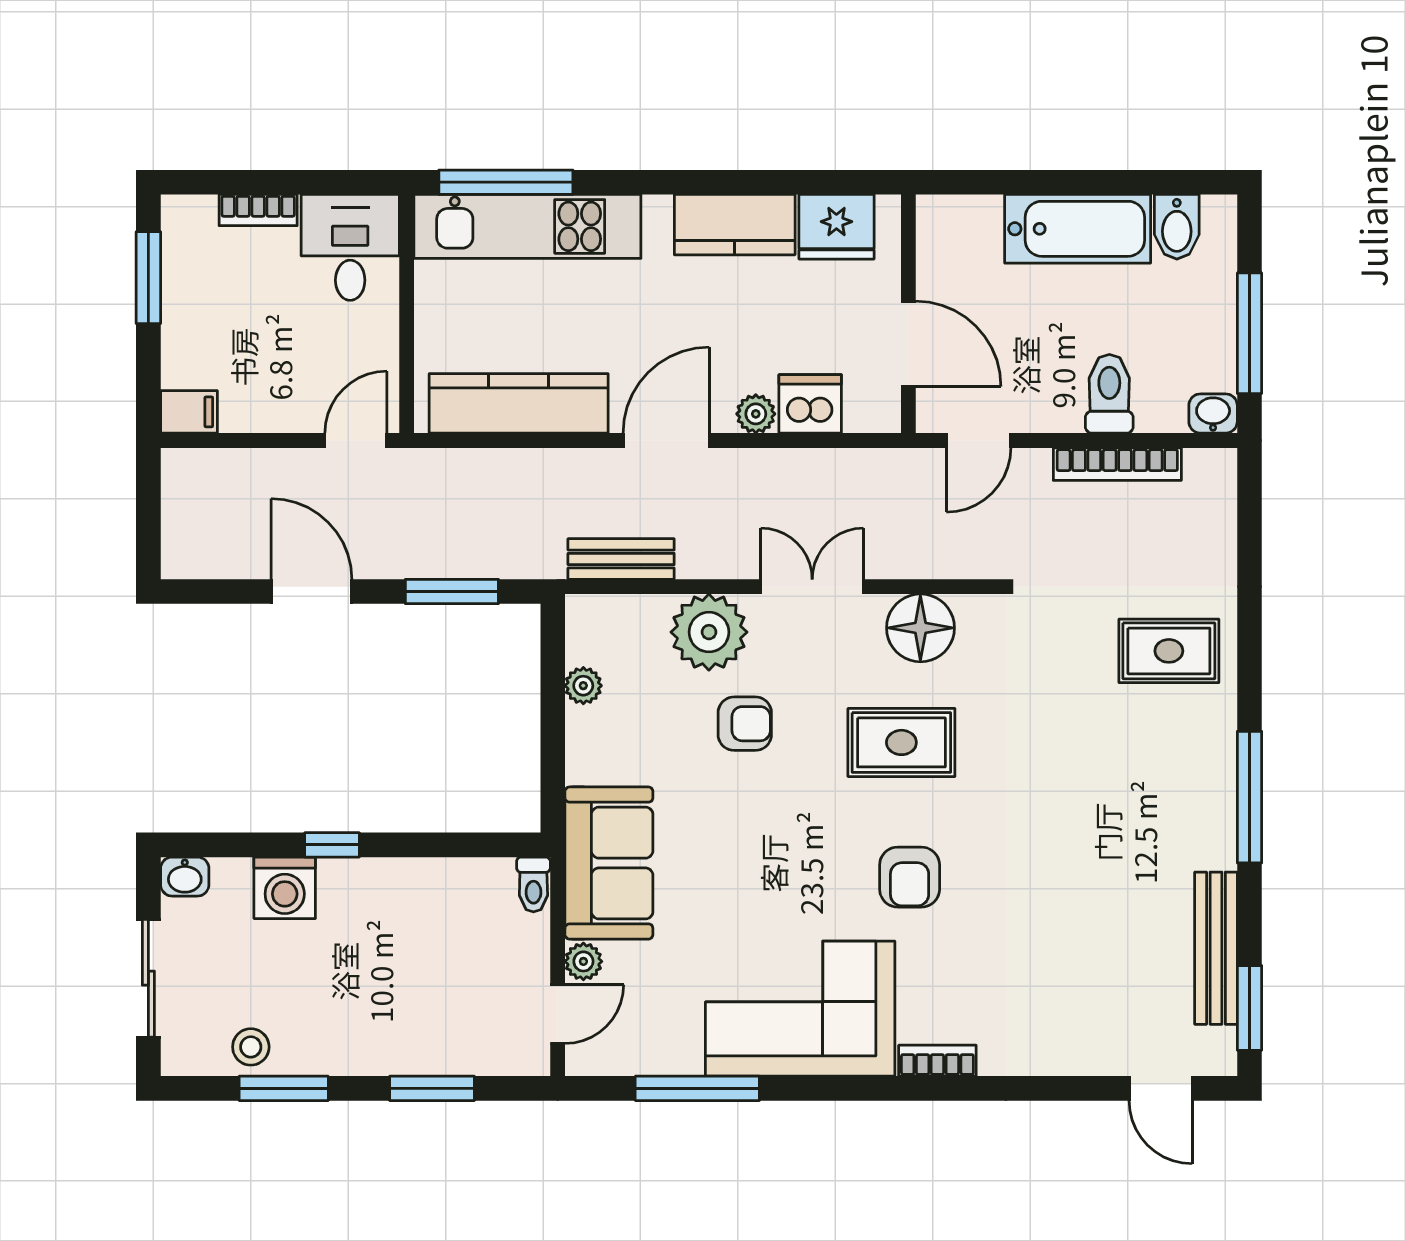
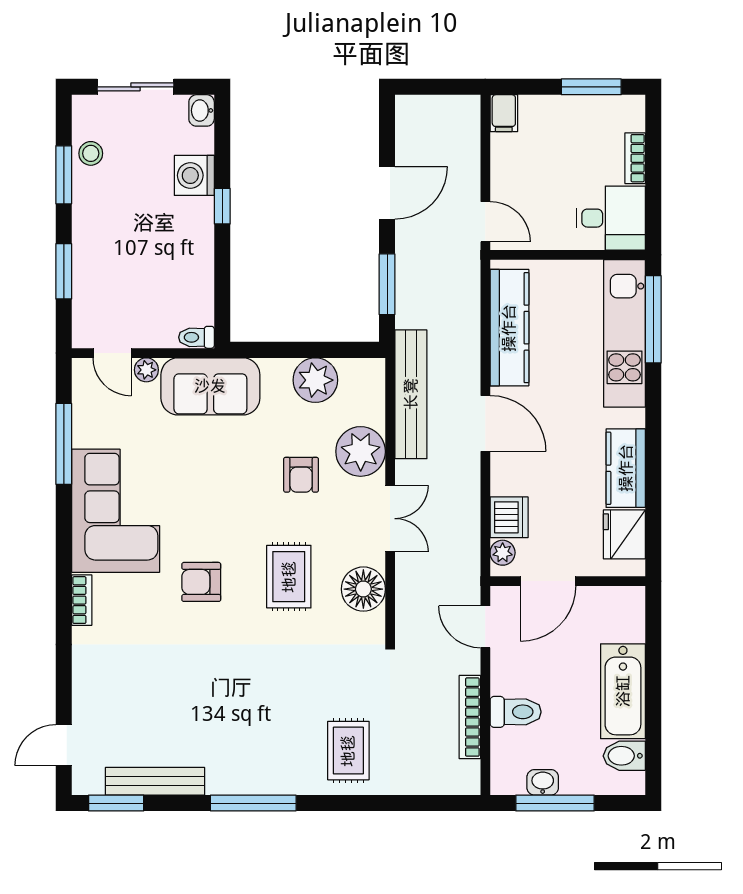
plant: (756, 414) -> (503, 553), moved
washbasin: (1213, 414) -> (543, 782), moved, turned -90
bench: (621, 559) -> (411, 394), width x1.86, depth x1.21
plant: (583, 686) -> (315, 380), width x1.88, depth x1.88

